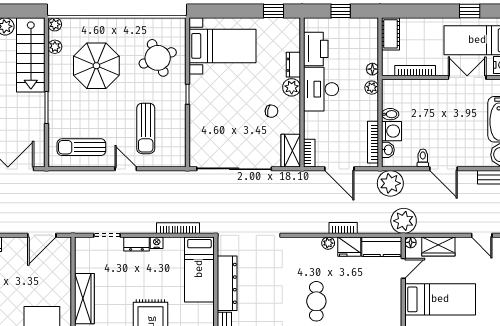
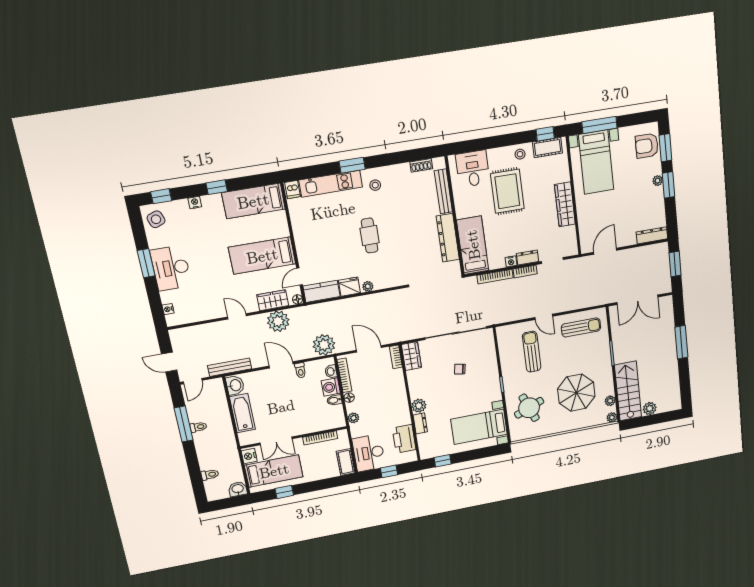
floor lamp: (372, 69) -> (349, 398), moved
desk: (321, 89) -> (369, 453), moved, turned 180
chair: (271, 111) -> (460, 369), moved
plant: (404, 221) -> (278, 321), moved
bookcase: (343, 228) -> (525, 271), moved

